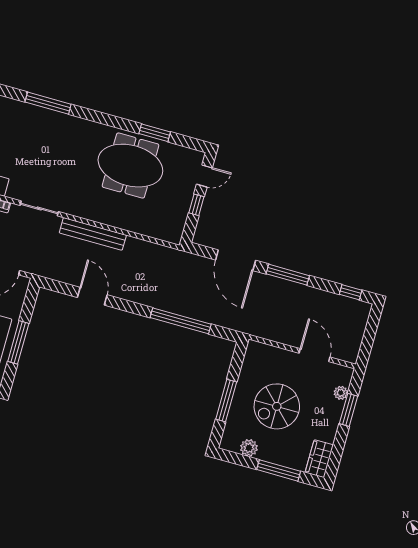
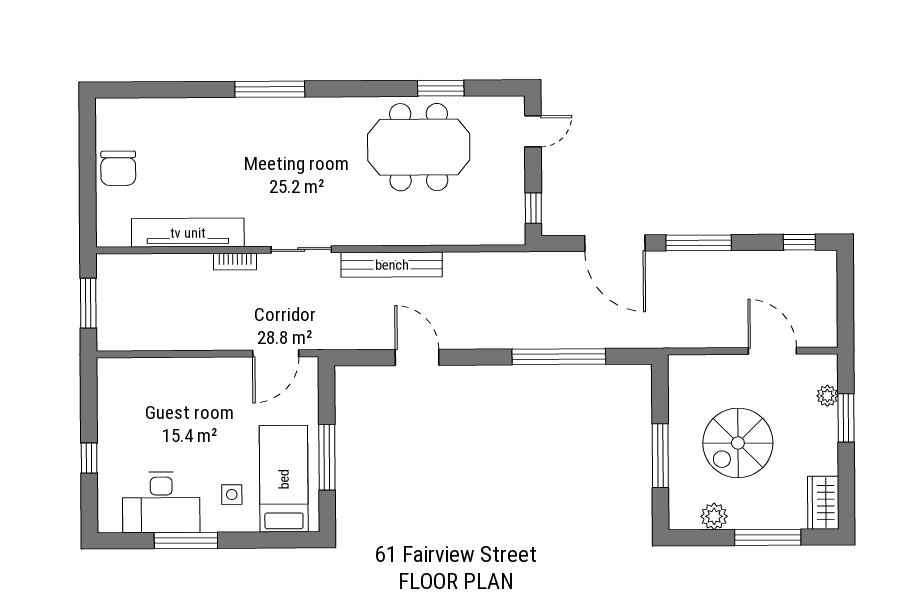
window: (196, 205) -> (533, 208), moved

